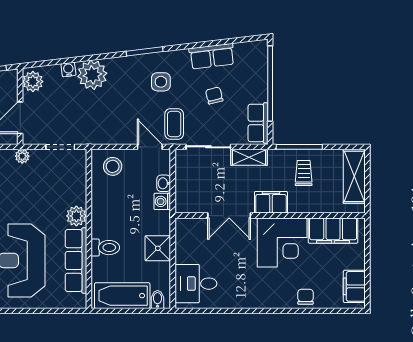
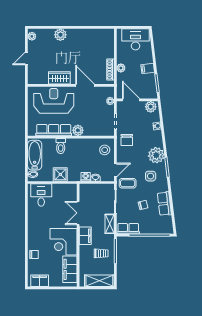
plant: (92, 75) -> (156, 155), moved
chair: (94, 126) -> (127, 140), added

